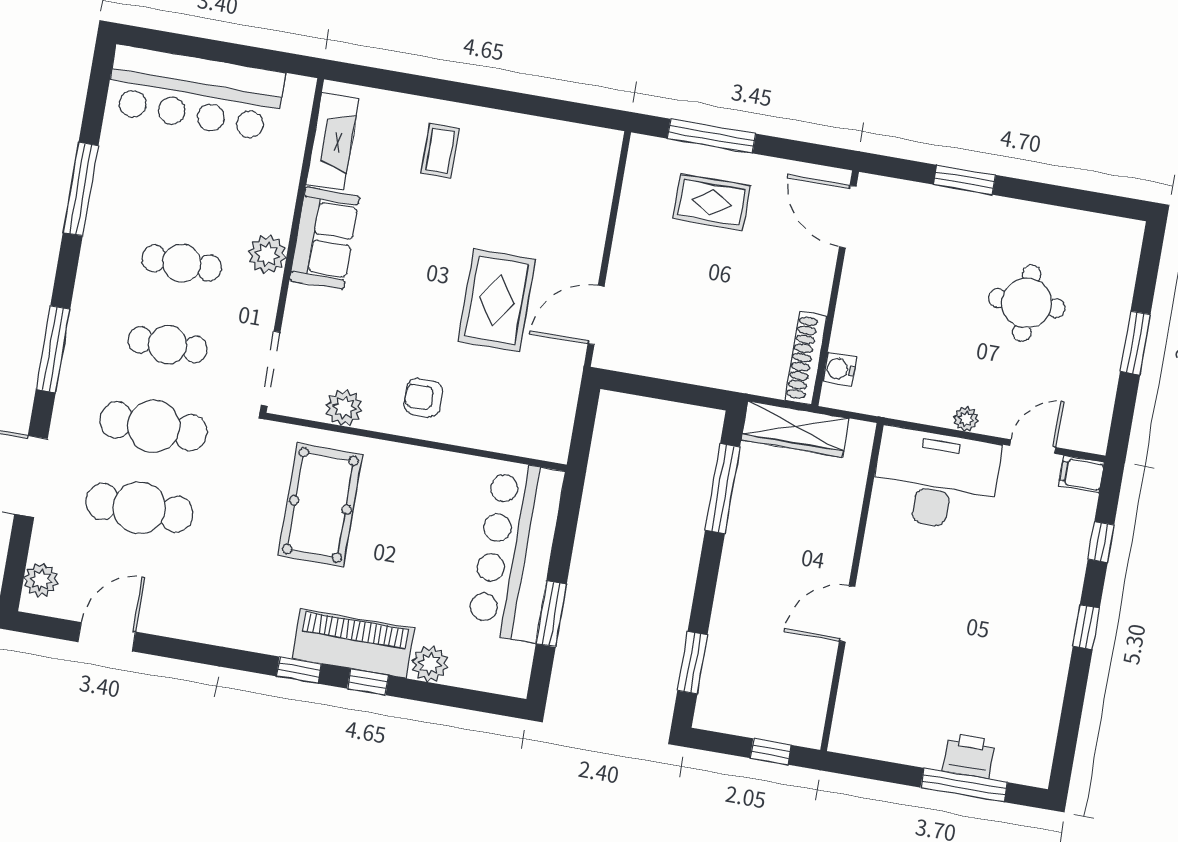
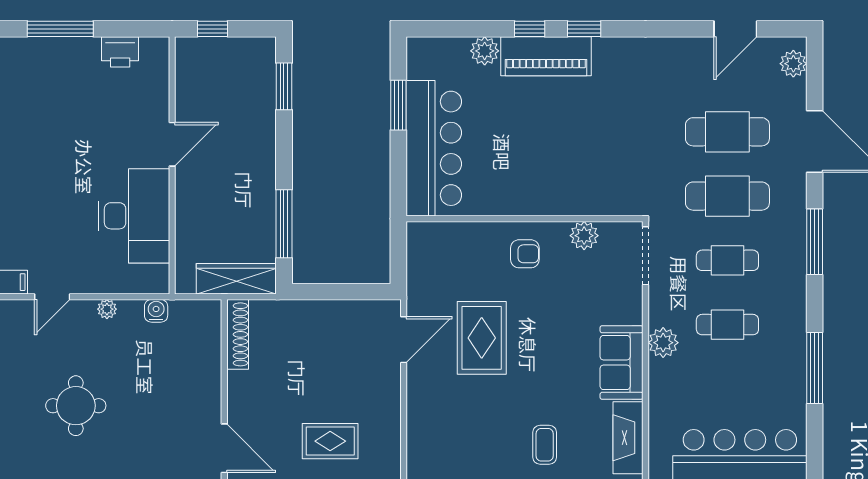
water cooler: (840, 369) -> (156, 311), moved, turned -90
desk: (935, 479) -> (134, 216), moved, turned -90
pool table: (320, 505) -> (589, 158), removed
printer: (969, 756) -> (120, 52), moved

